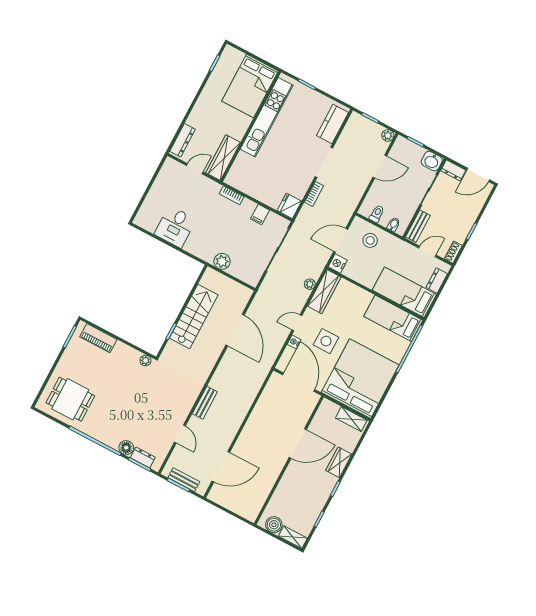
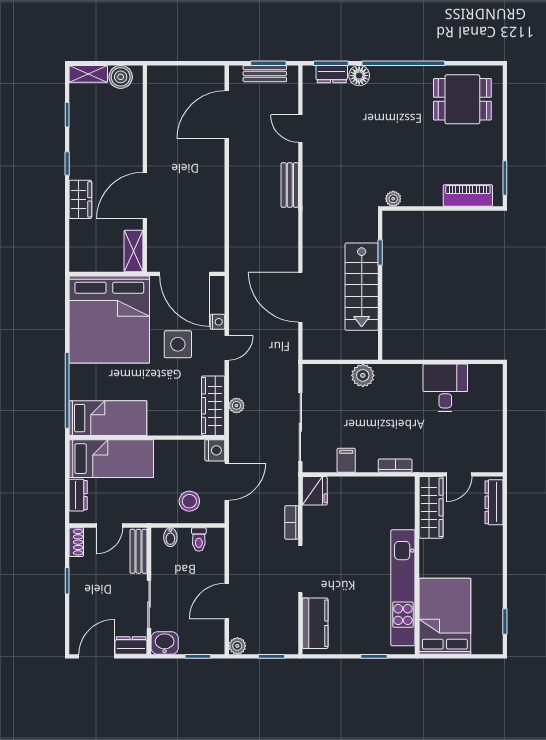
shelving: (351, 419) -> (133, 251), moved, turned 90

